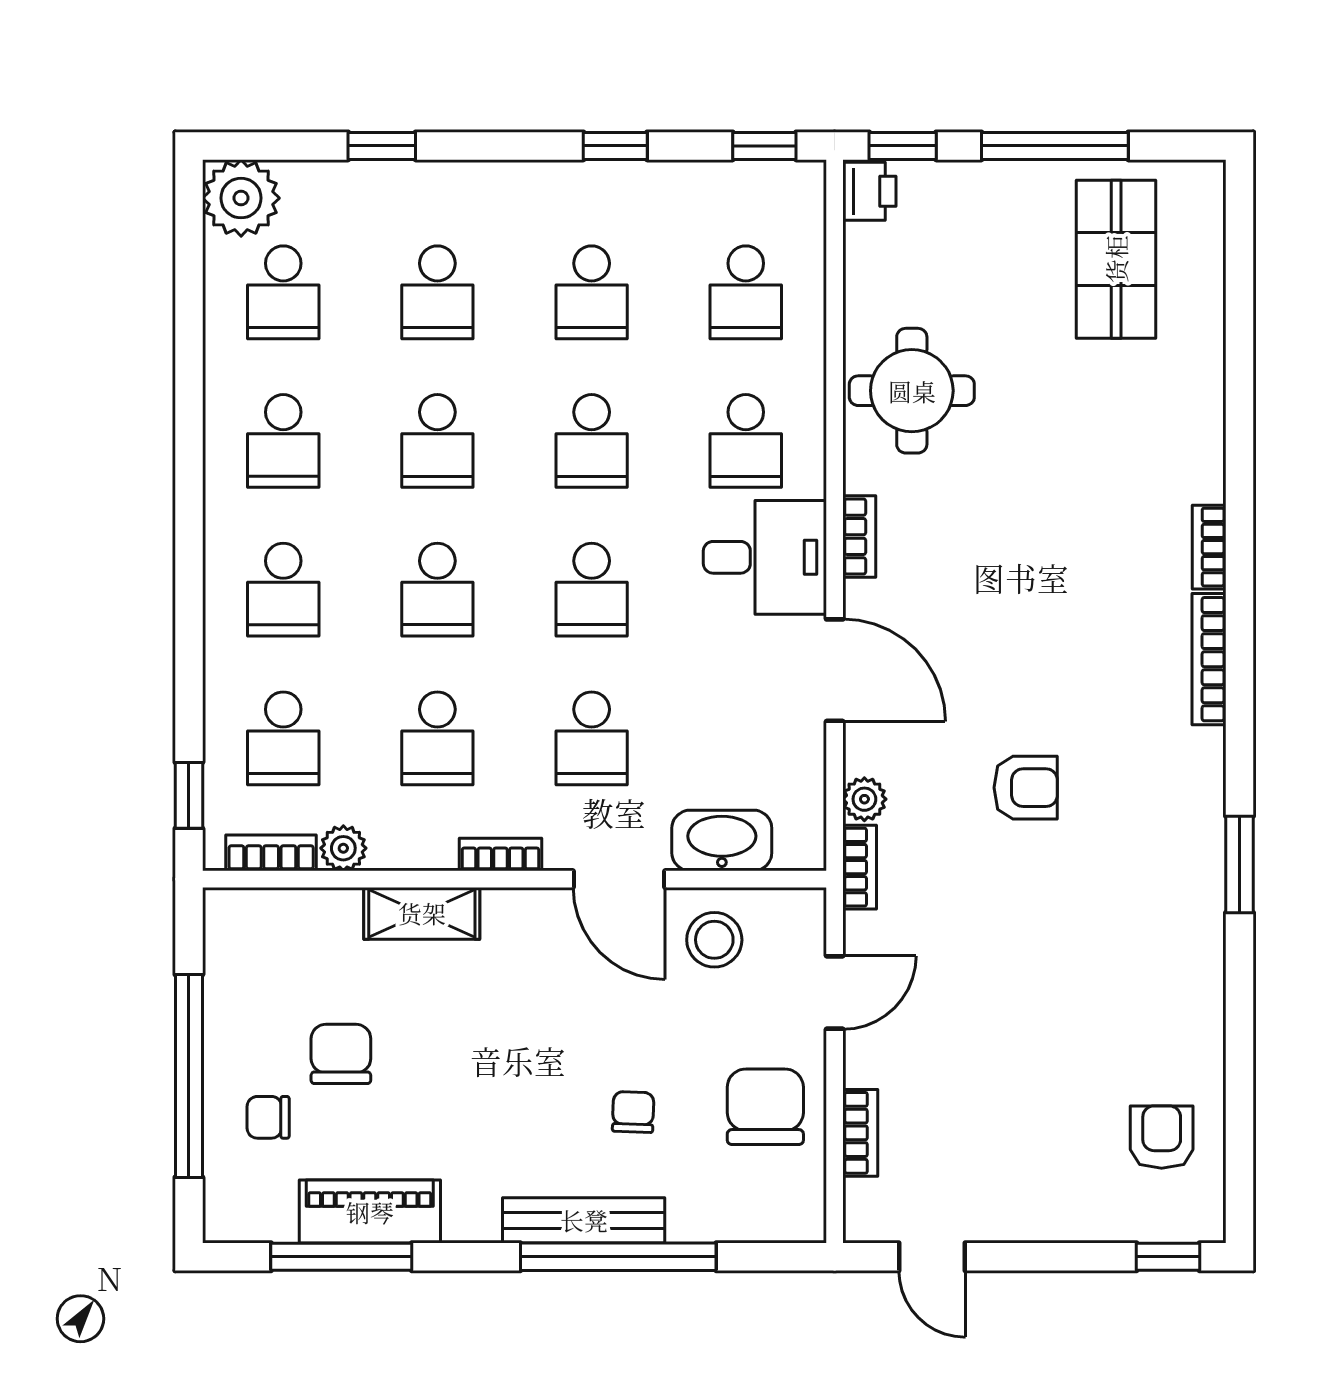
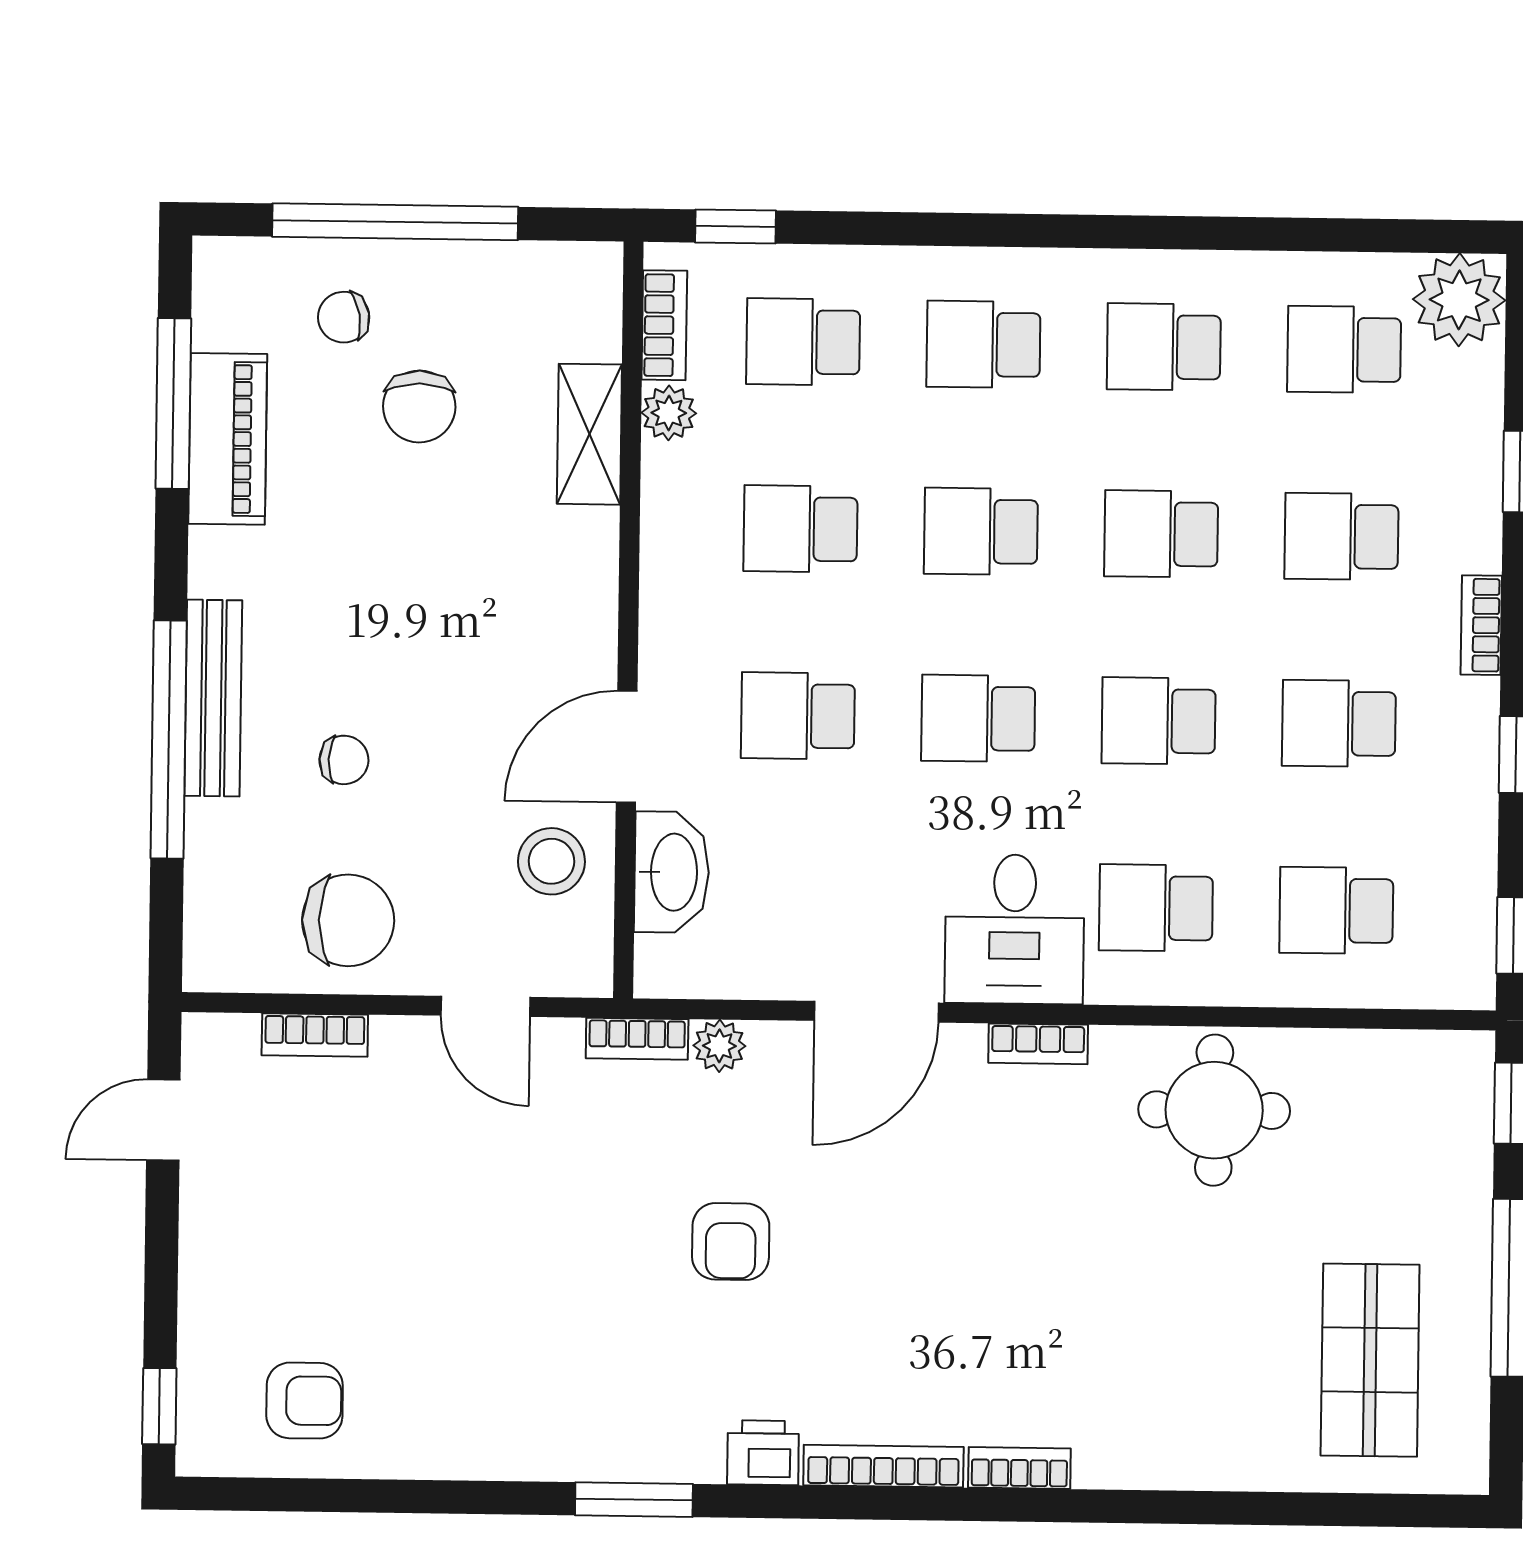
printer: (869, 191) -> (763, 1453), moved, turned 180
shop shelf: (1116, 259) -> (1370, 1360), turned 90
bookcase: (500, 855) -> (1481, 625), moved, turned 180
shelving: (422, 913) -> (589, 434), moved
chair: (341, 1054) -> (419, 407), turned 90
chair: (268, 1117) -> (344, 317), turned -100

